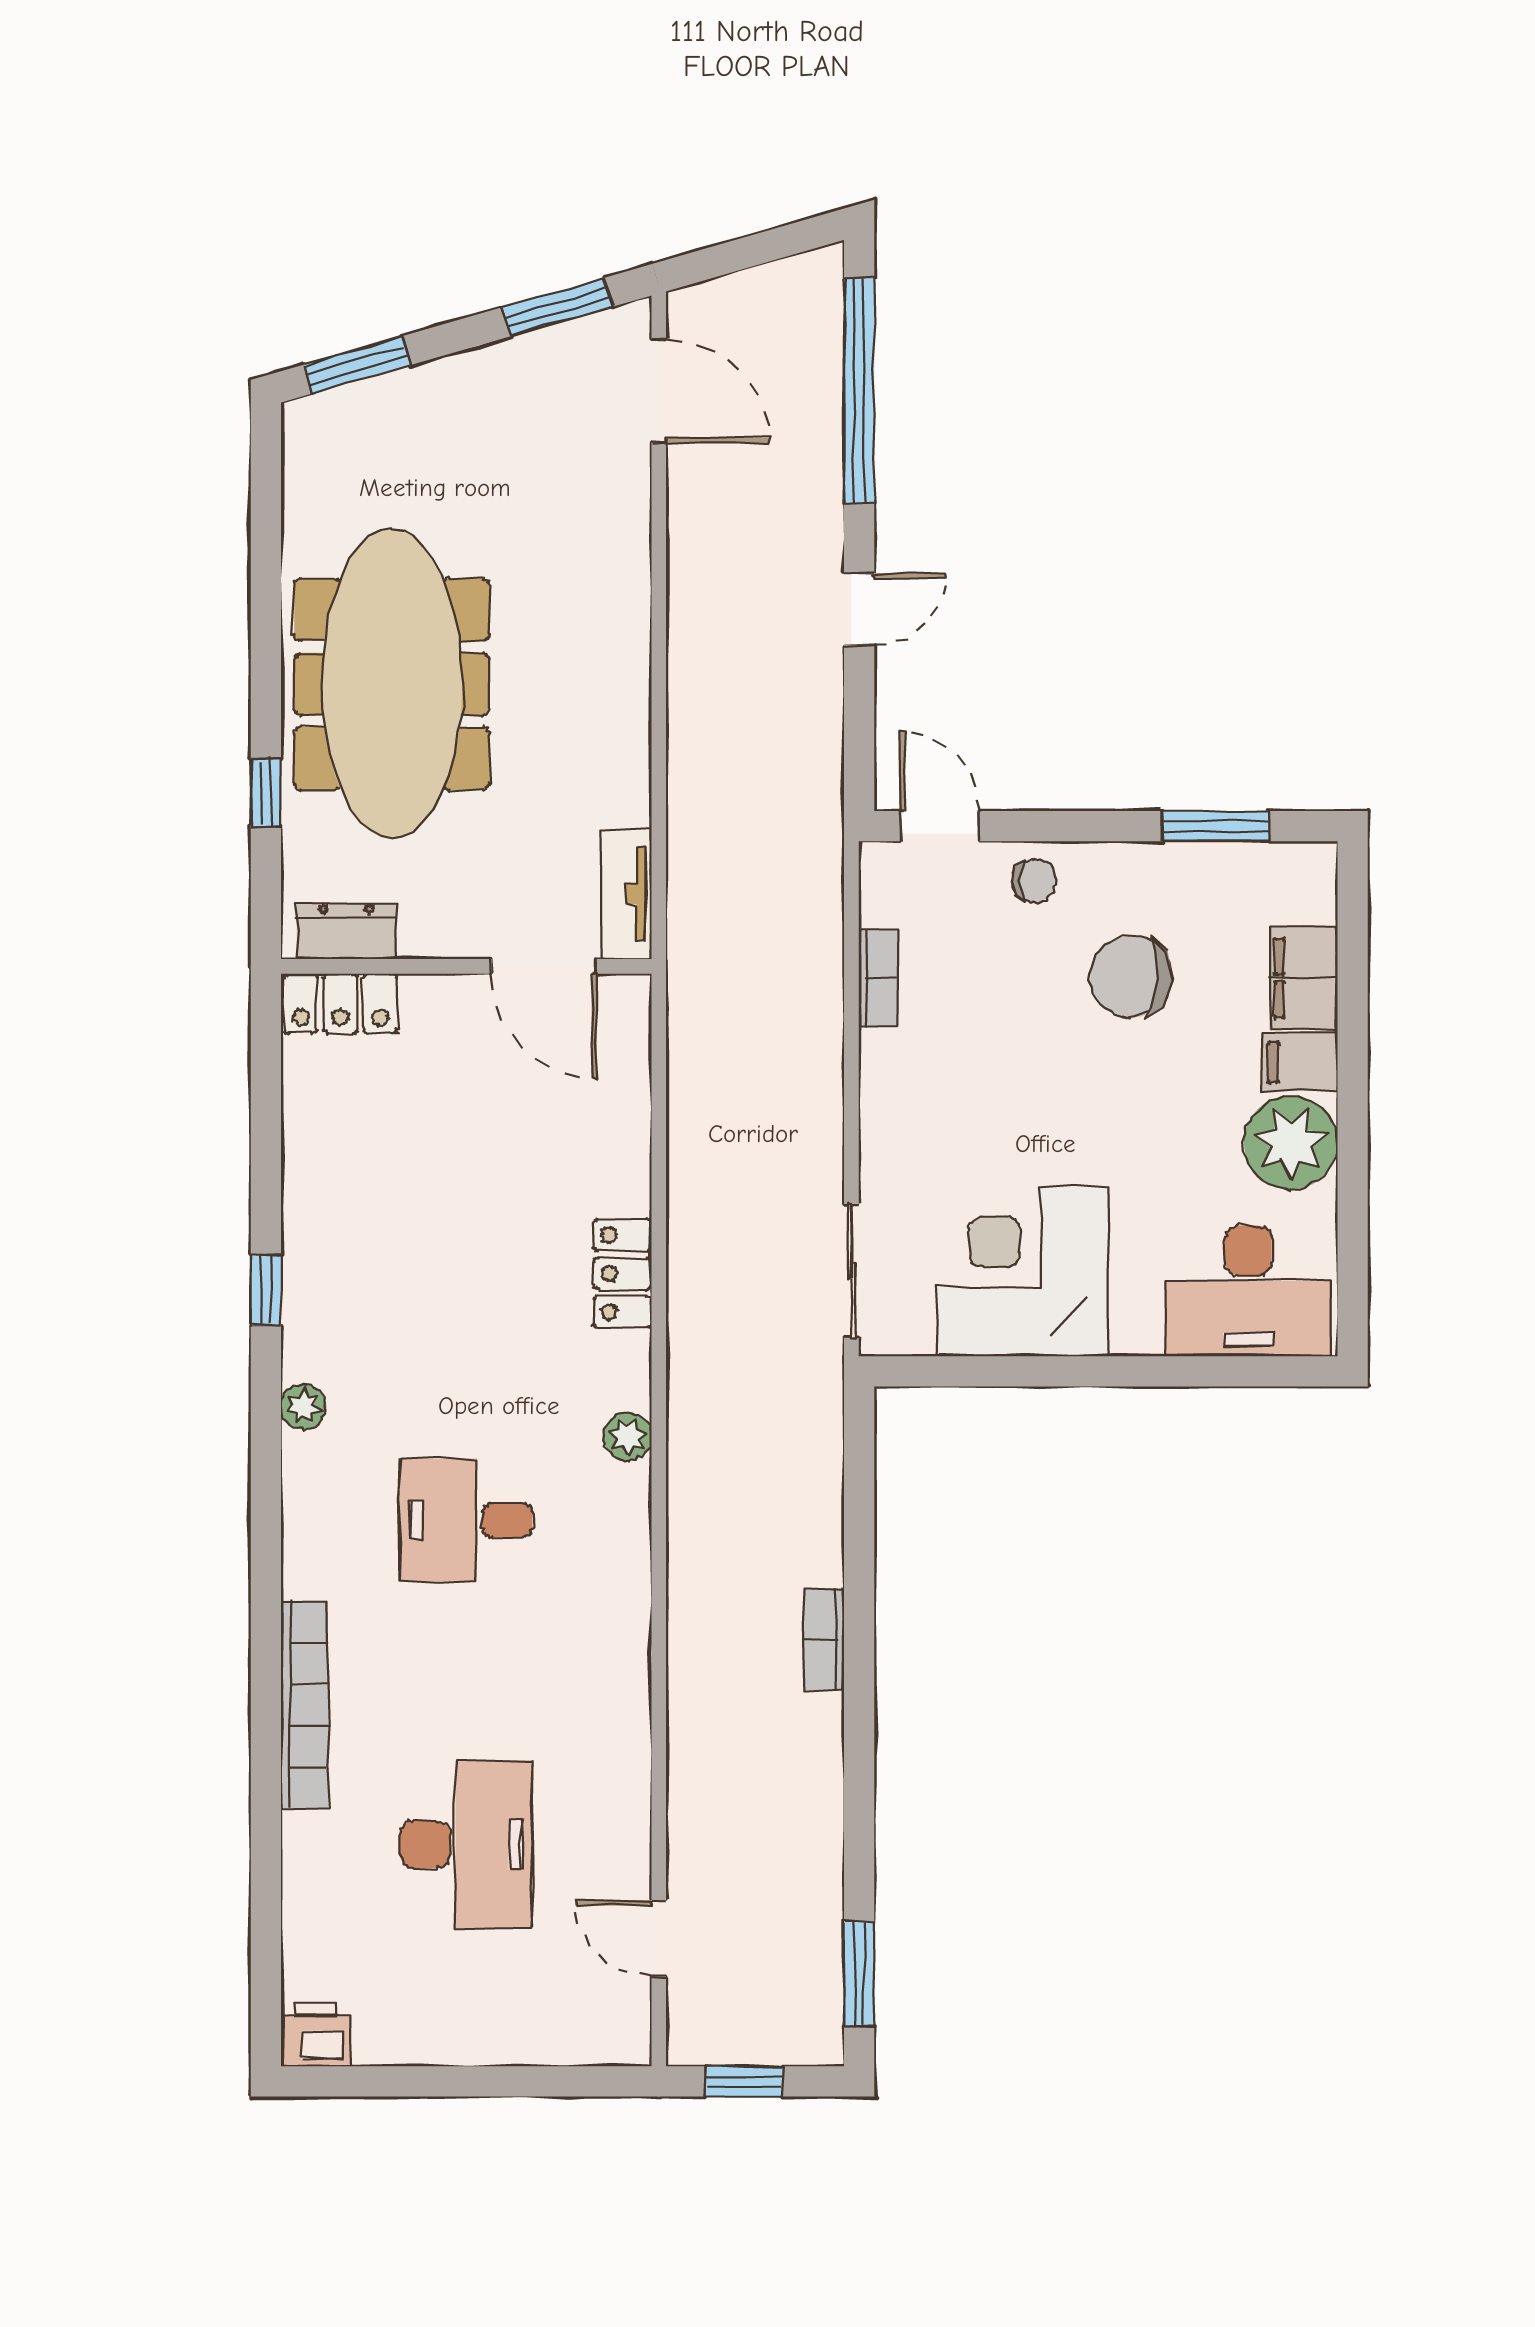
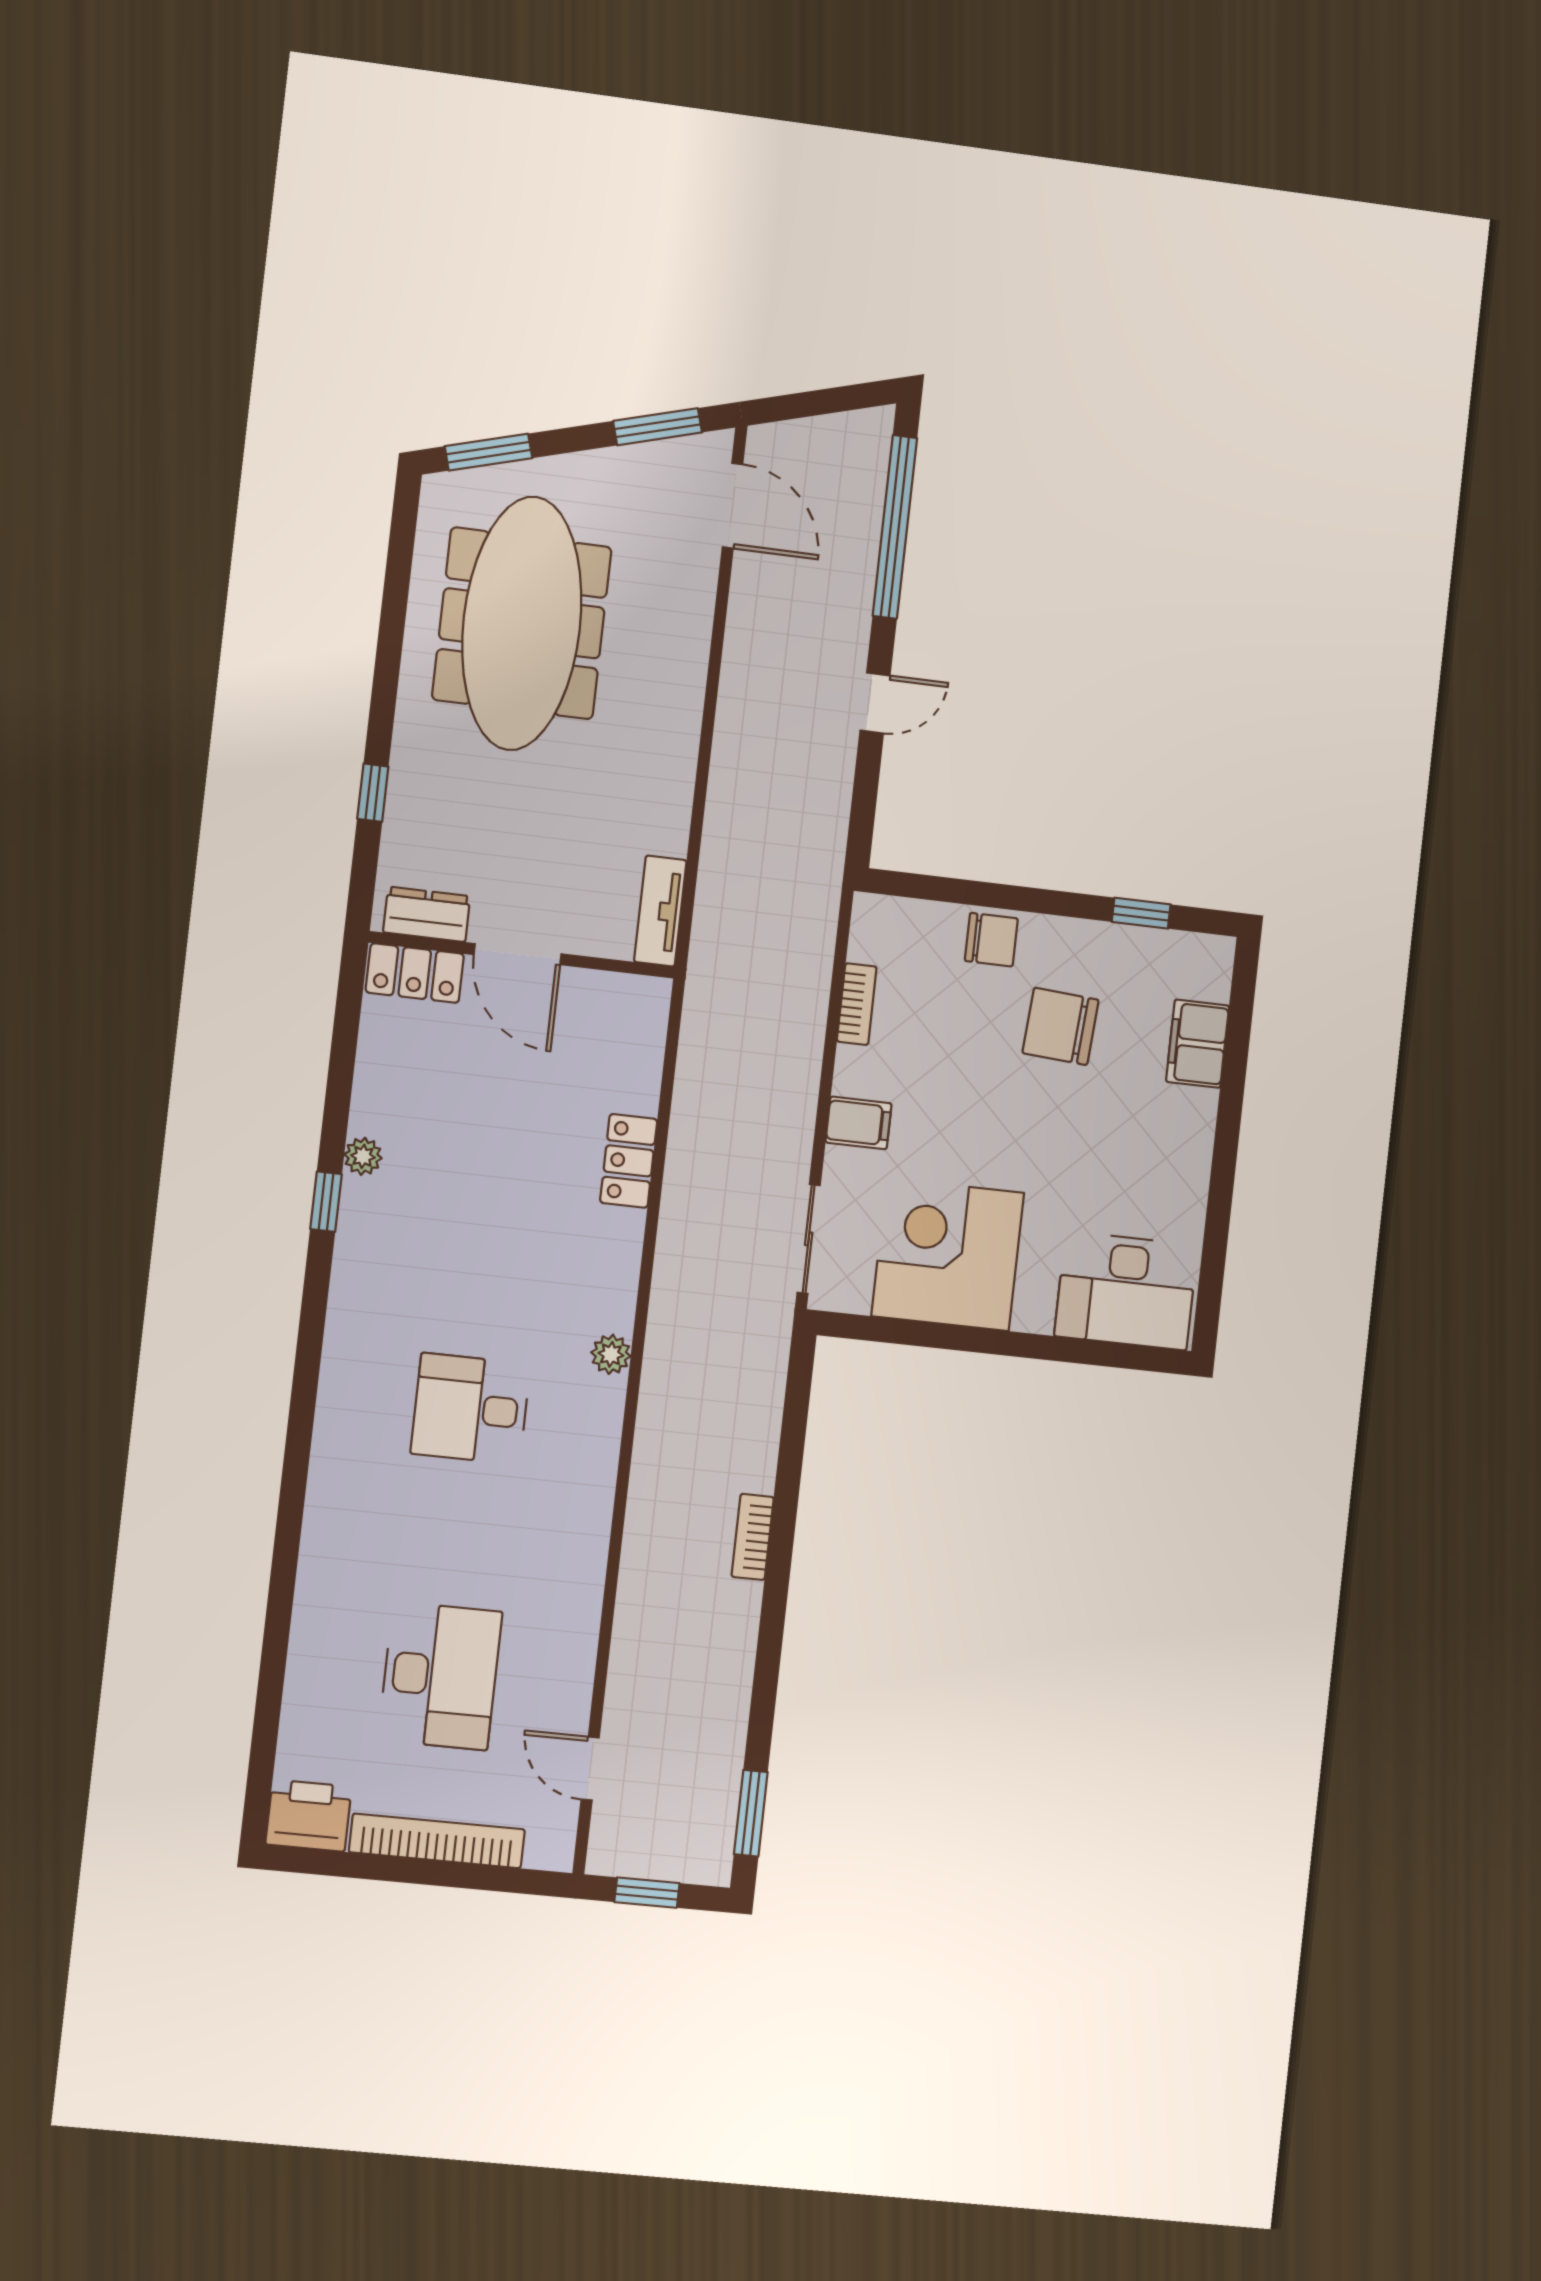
meeting table: (392, 684) -> (522, 623), moved
door: (940, 826) -> (920, 887), removed
window: (1215, 826) -> (1141, 913), width x0.67
chair: (1034, 881) -> (991, 940), width x1.37, depth x1.37
door: (544, 966) -> (518, 954), moved
filing cabinet: (1300, 1063) -> (859, 1123), moved, turned 180
plant: (1291, 1143) -> (1173, 1175), removed
locker: (622, 1273) -> (629, 1161), moved
plant: (304, 1407) -> (363, 1156), moved
bookcase: (304, 1705) -> (437, 1841), moved, turned -90
printer: (316, 2035) -> (309, 1816), width x1.36, depth x1.24

